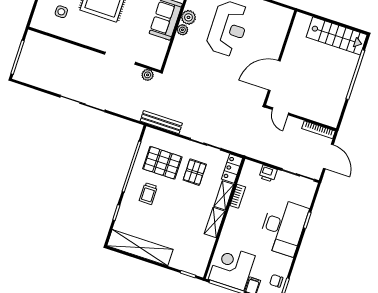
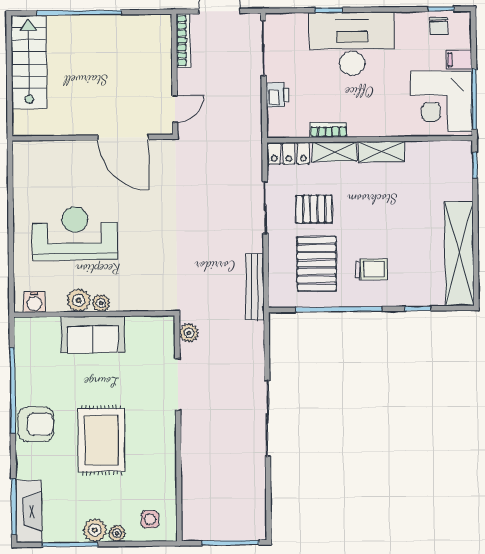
side table: (61, 12) -> (150, 519), moved

